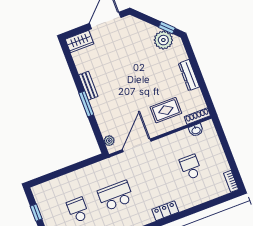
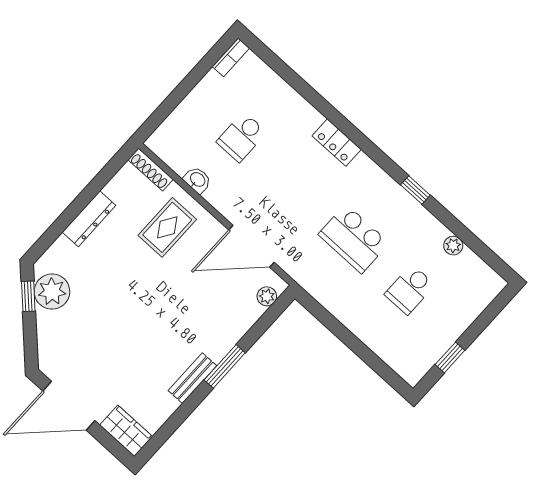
rug: (166, 110) -> (167, 227), turned 90
washbasin: (196, 130) -> (197, 180), moved

